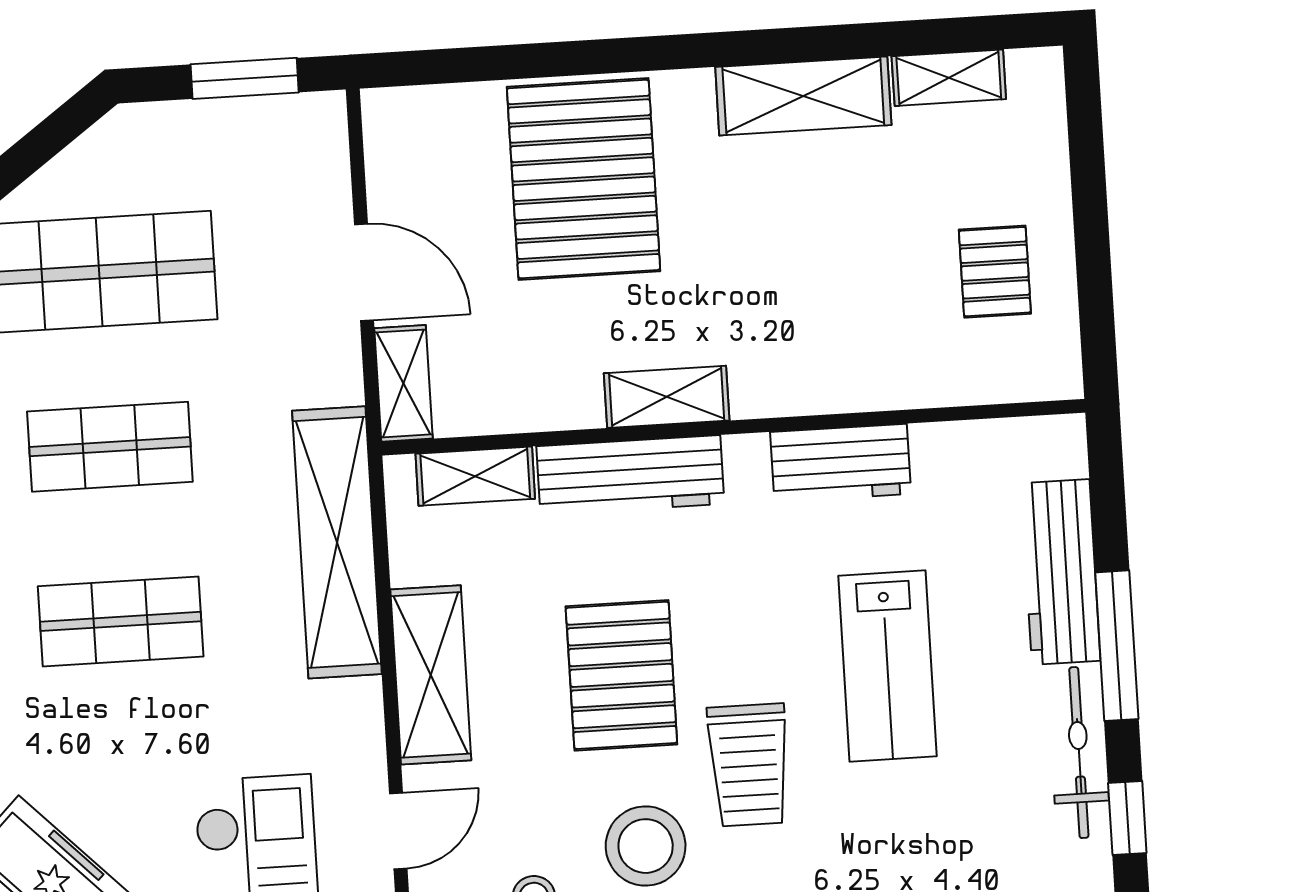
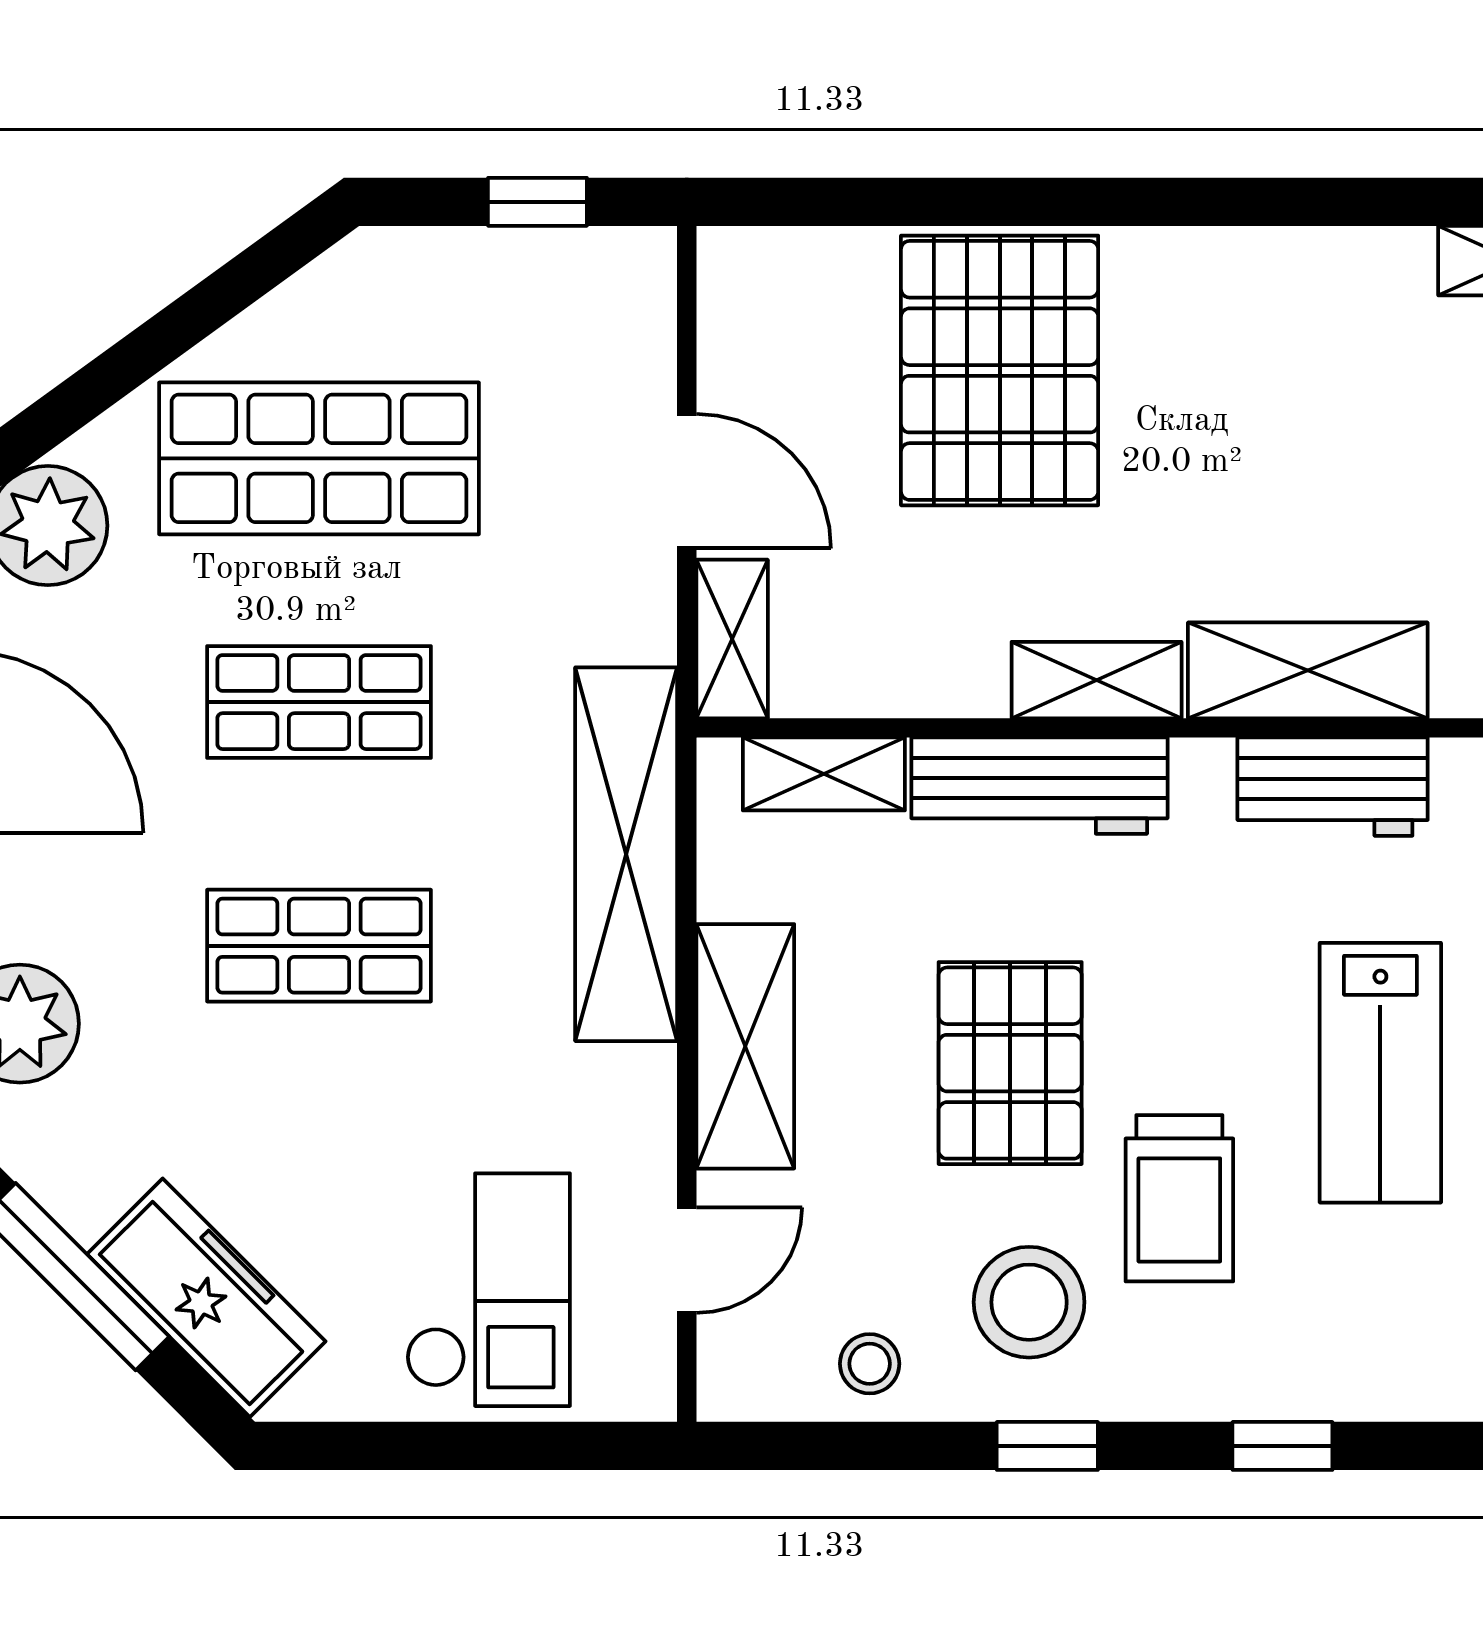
window: (245, 78) -> (537, 202), width x0.67
shelving: (803, 96) -> (1308, 670), moved

